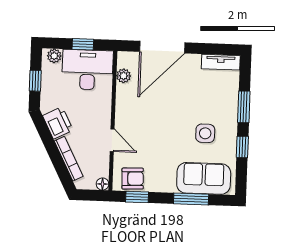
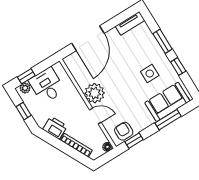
window: (83, 44) -> (26, 76), moved
desk: (87, 70) -> (47, 85), width x0.73
plant: (124, 76) -> (95, 93), moved, width x1.87, depth x1.87
armchair: (133, 179) -> (124, 131), turned -88

